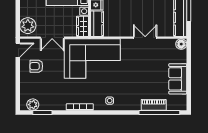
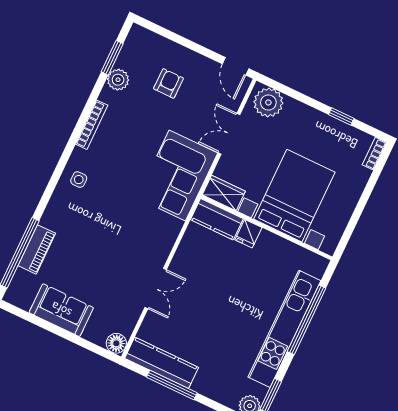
corner sofa: (92, 59) -> (177, 176), width x0.73, depth x0.74
armchair: (36, 66) -> (168, 83), moved
plant: (33, 105) -> (118, 80), moved

